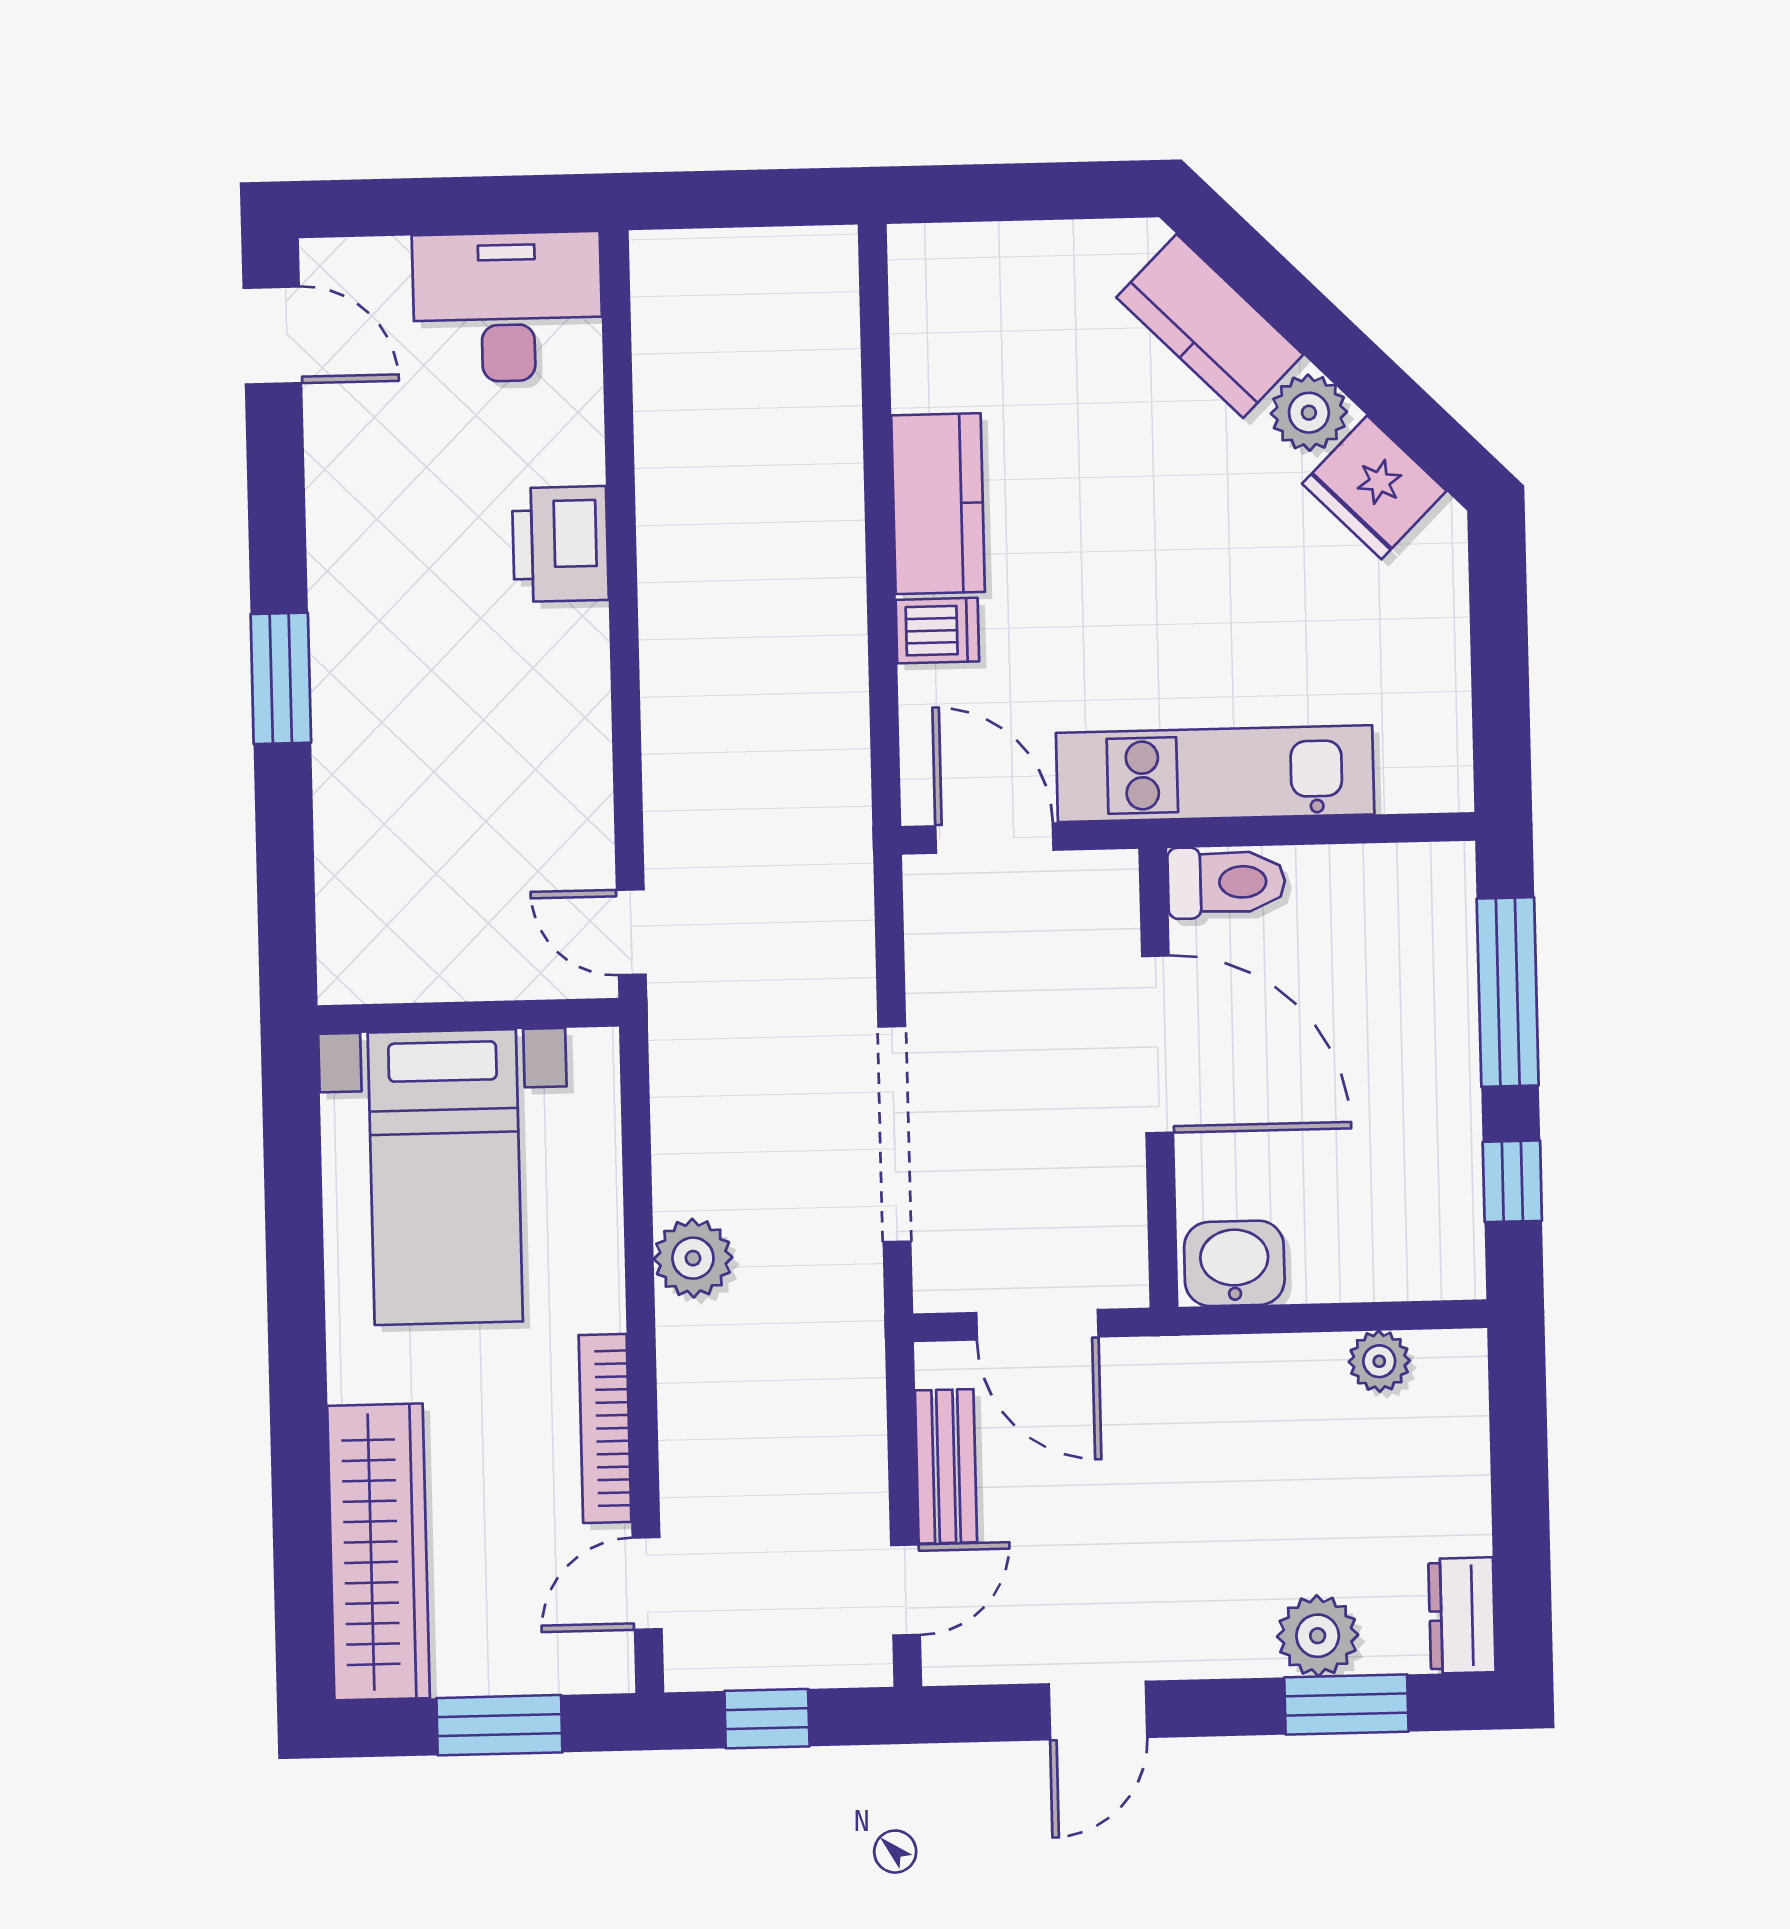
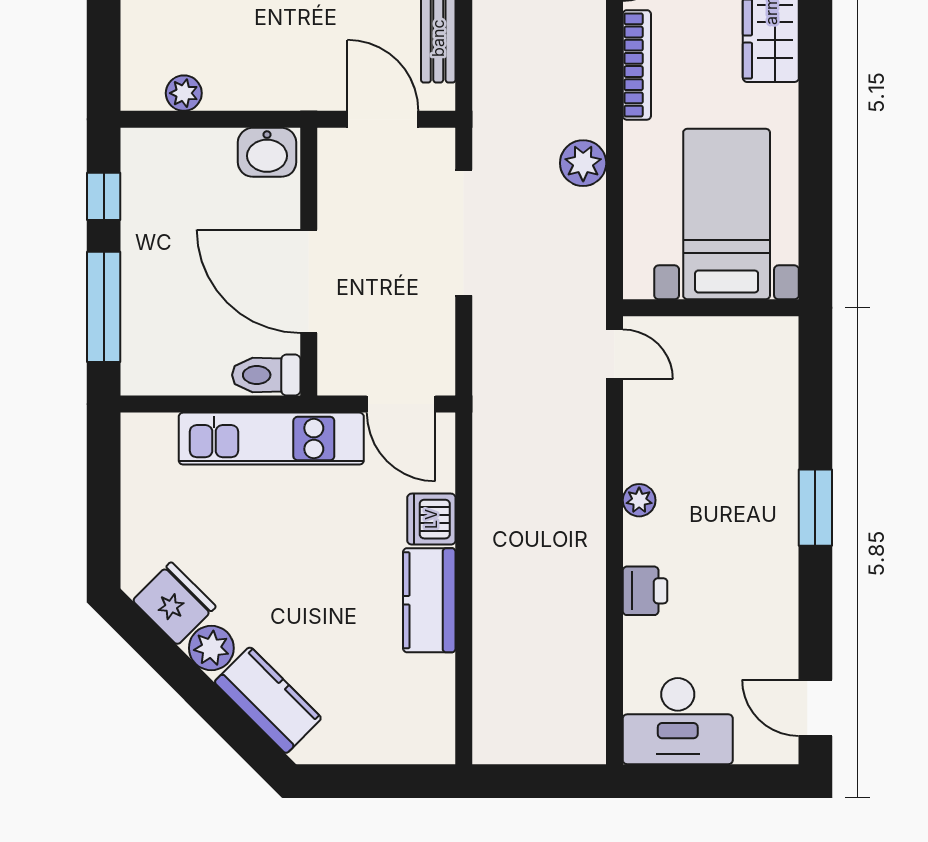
printer: (560, 544) -> (645, 591), width x0.73, depth x0.81
dishwasher: (937, 631) -> (431, 519), width x1.38
plant: (583, 683) -> (639, 500), added

